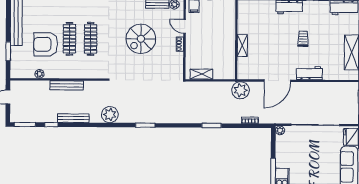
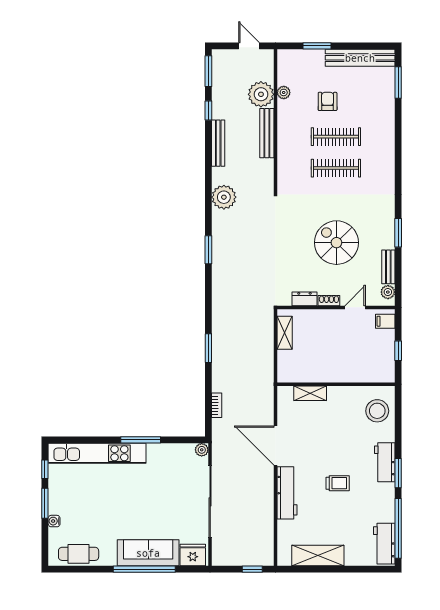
stool: (254, 12) -> (377, 411), added
armchair: (46, 44) -> (328, 101), width x0.53, depth x0.53
shelving: (242, 45) -> (310, 393), moved
dresser: (179, 61) -> (304, 299), added
workbench: (309, 73) -> (287, 493), width x1.38
plant: (240, 90) -> (261, 94), moved

